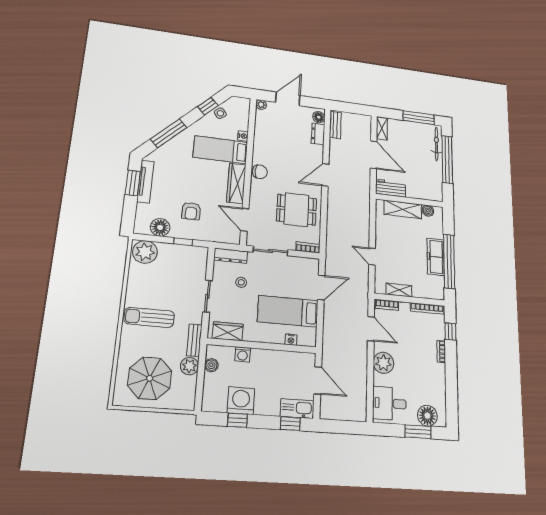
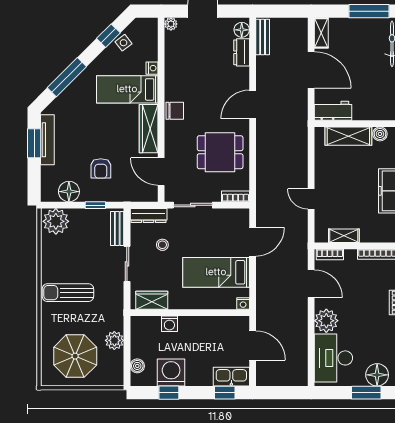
bench: (194, 340) -> (117, 228), moved
nightstand: (291, 340) -> (243, 304), moved
boiler: (211, 365) -> (137, 366), moved
desk: (389, 403) -> (333, 358), width x1.37

